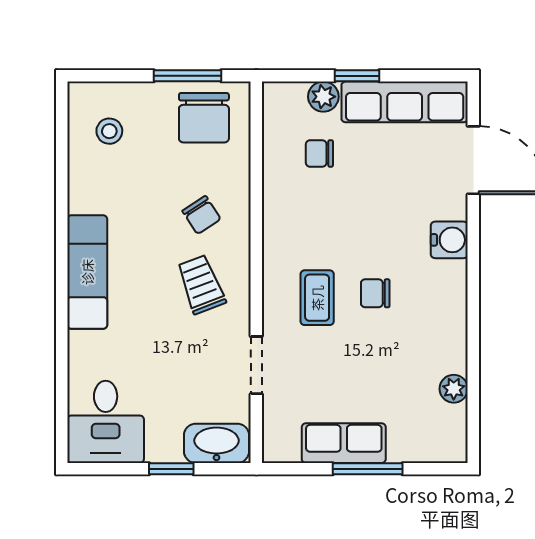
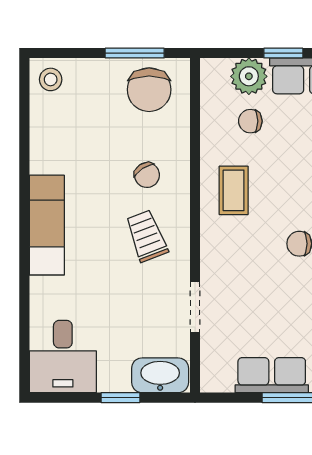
plant: (323, 97) -> (249, 76), width x1.38, depth x1.38
stool: (109, 131) -> (51, 79), moved
coffee table: (317, 298) -> (234, 190), moved

